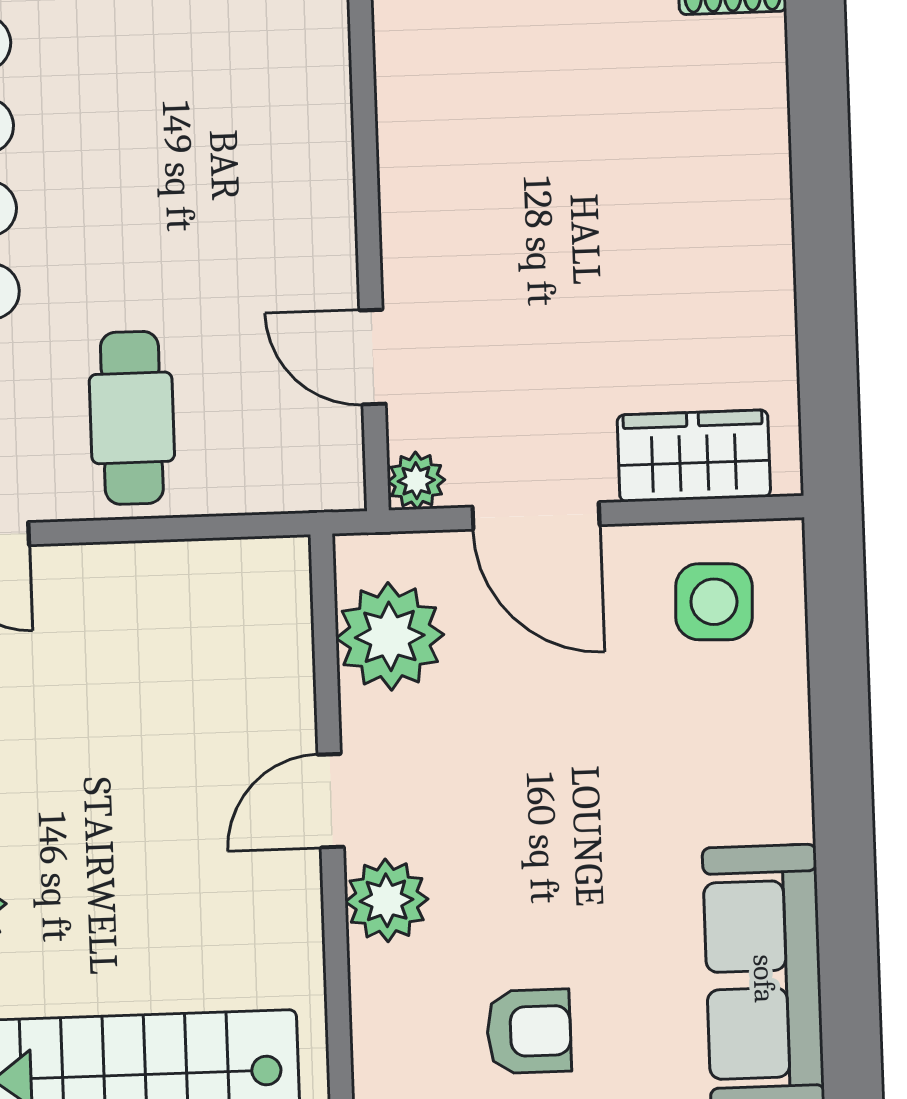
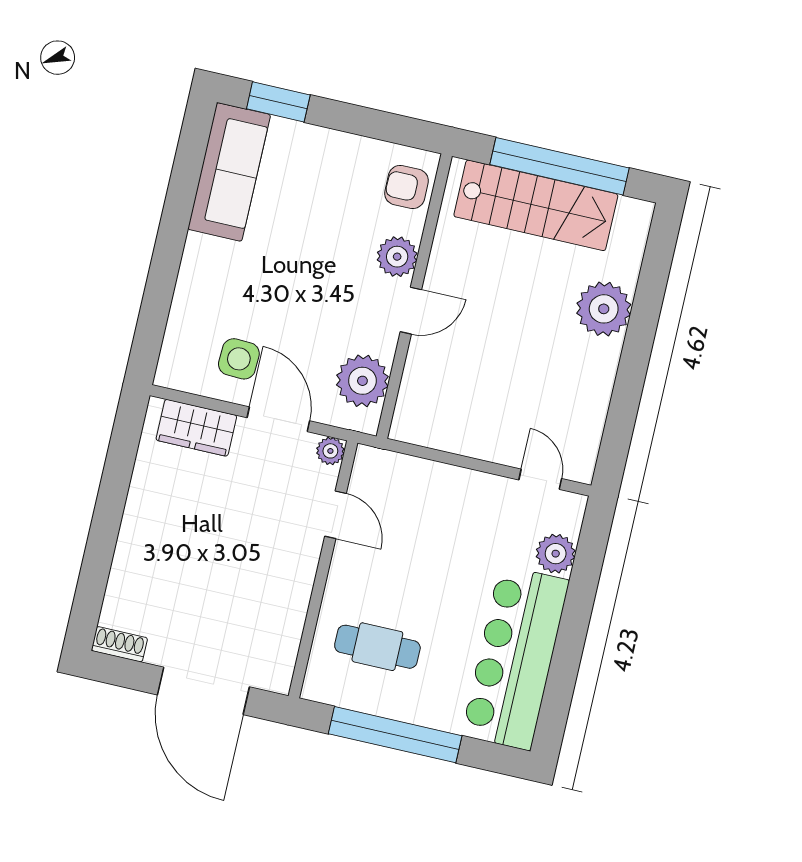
cafe table: (132, 418) -> (377, 647), moved, turned 90
side table: (714, 602) -> (239, 359), moved
armchair: (529, 1031) -> (406, 187), moved

